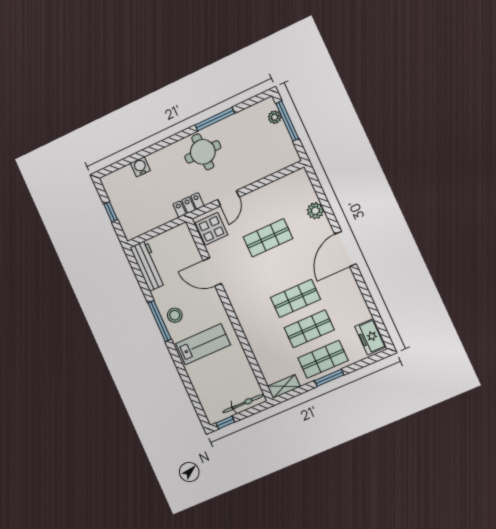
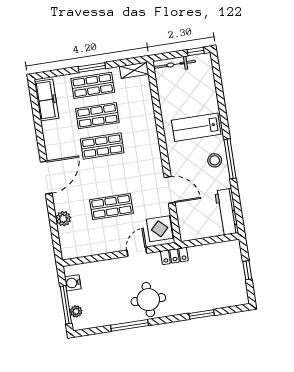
window: (144, 153) -> (202, 314), added
water cooler: (140, 167) -> (73, 283), moved, turned 90
freezer: (371, 337) -> (47, 100), width x1.40

